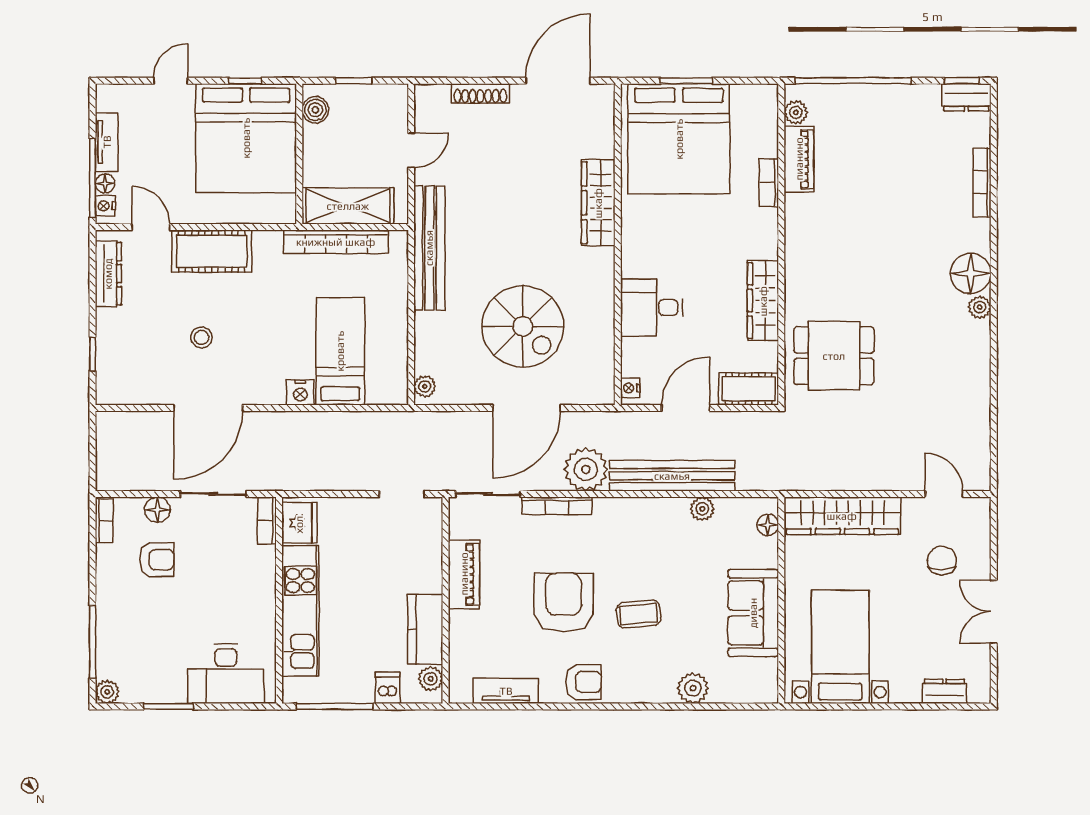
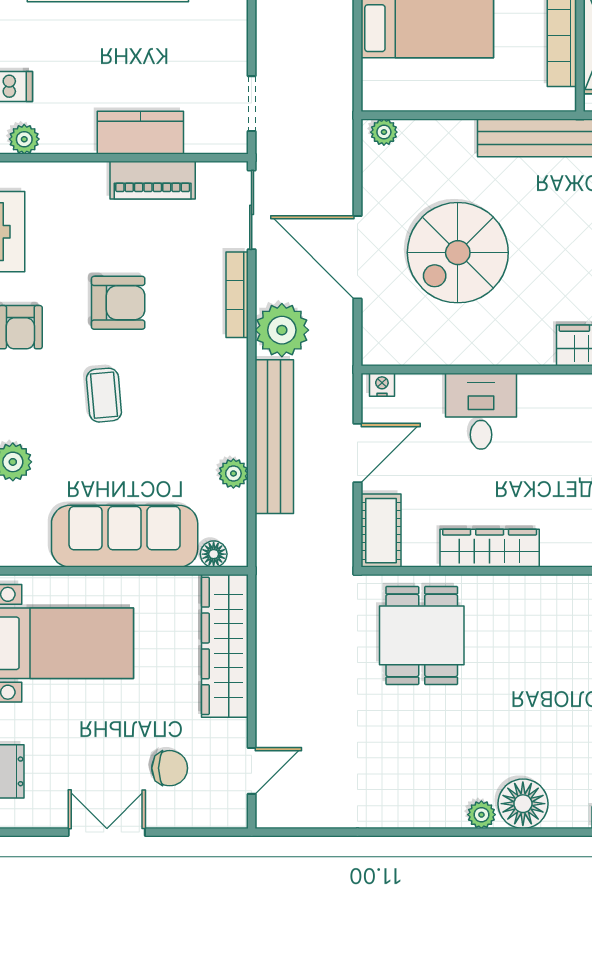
door: (686, 408) -> (358, 453), hinge flipped
armchair: (564, 602) -> (118, 303), width x0.73, depth x0.73
sofa: (753, 613) -> (125, 536), width x1.36
kitchen counter: (425, 629) -> (140, 133), moved

